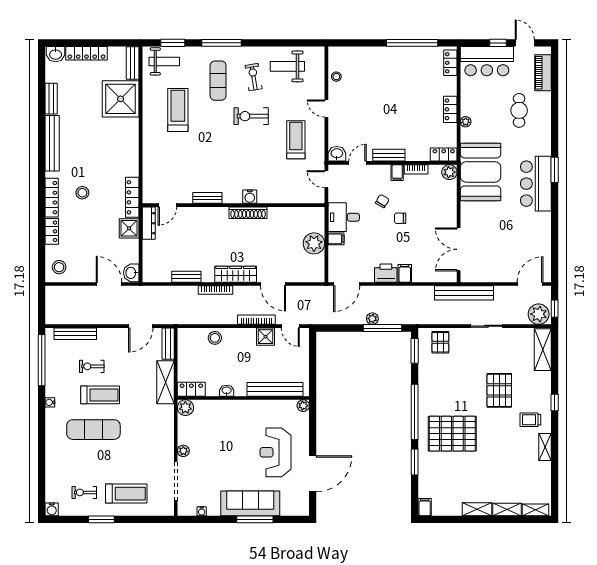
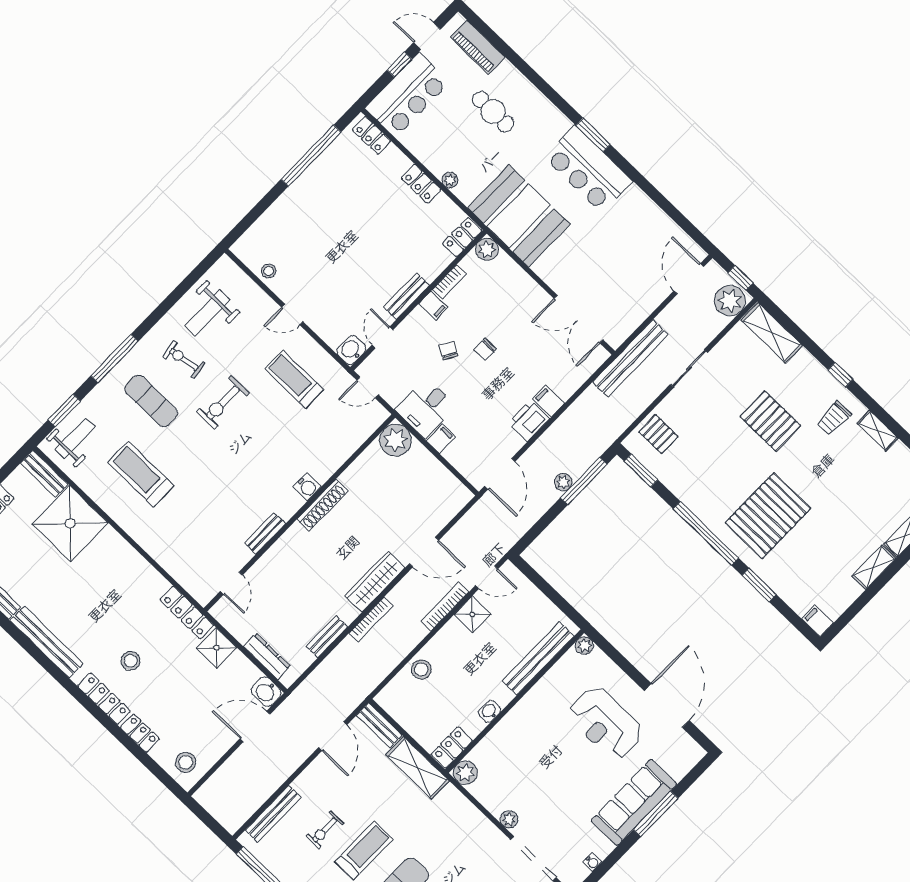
dresser: (149, 223) -> (267, 656), moved
plant: (314, 243) -> (396, 440), moved

